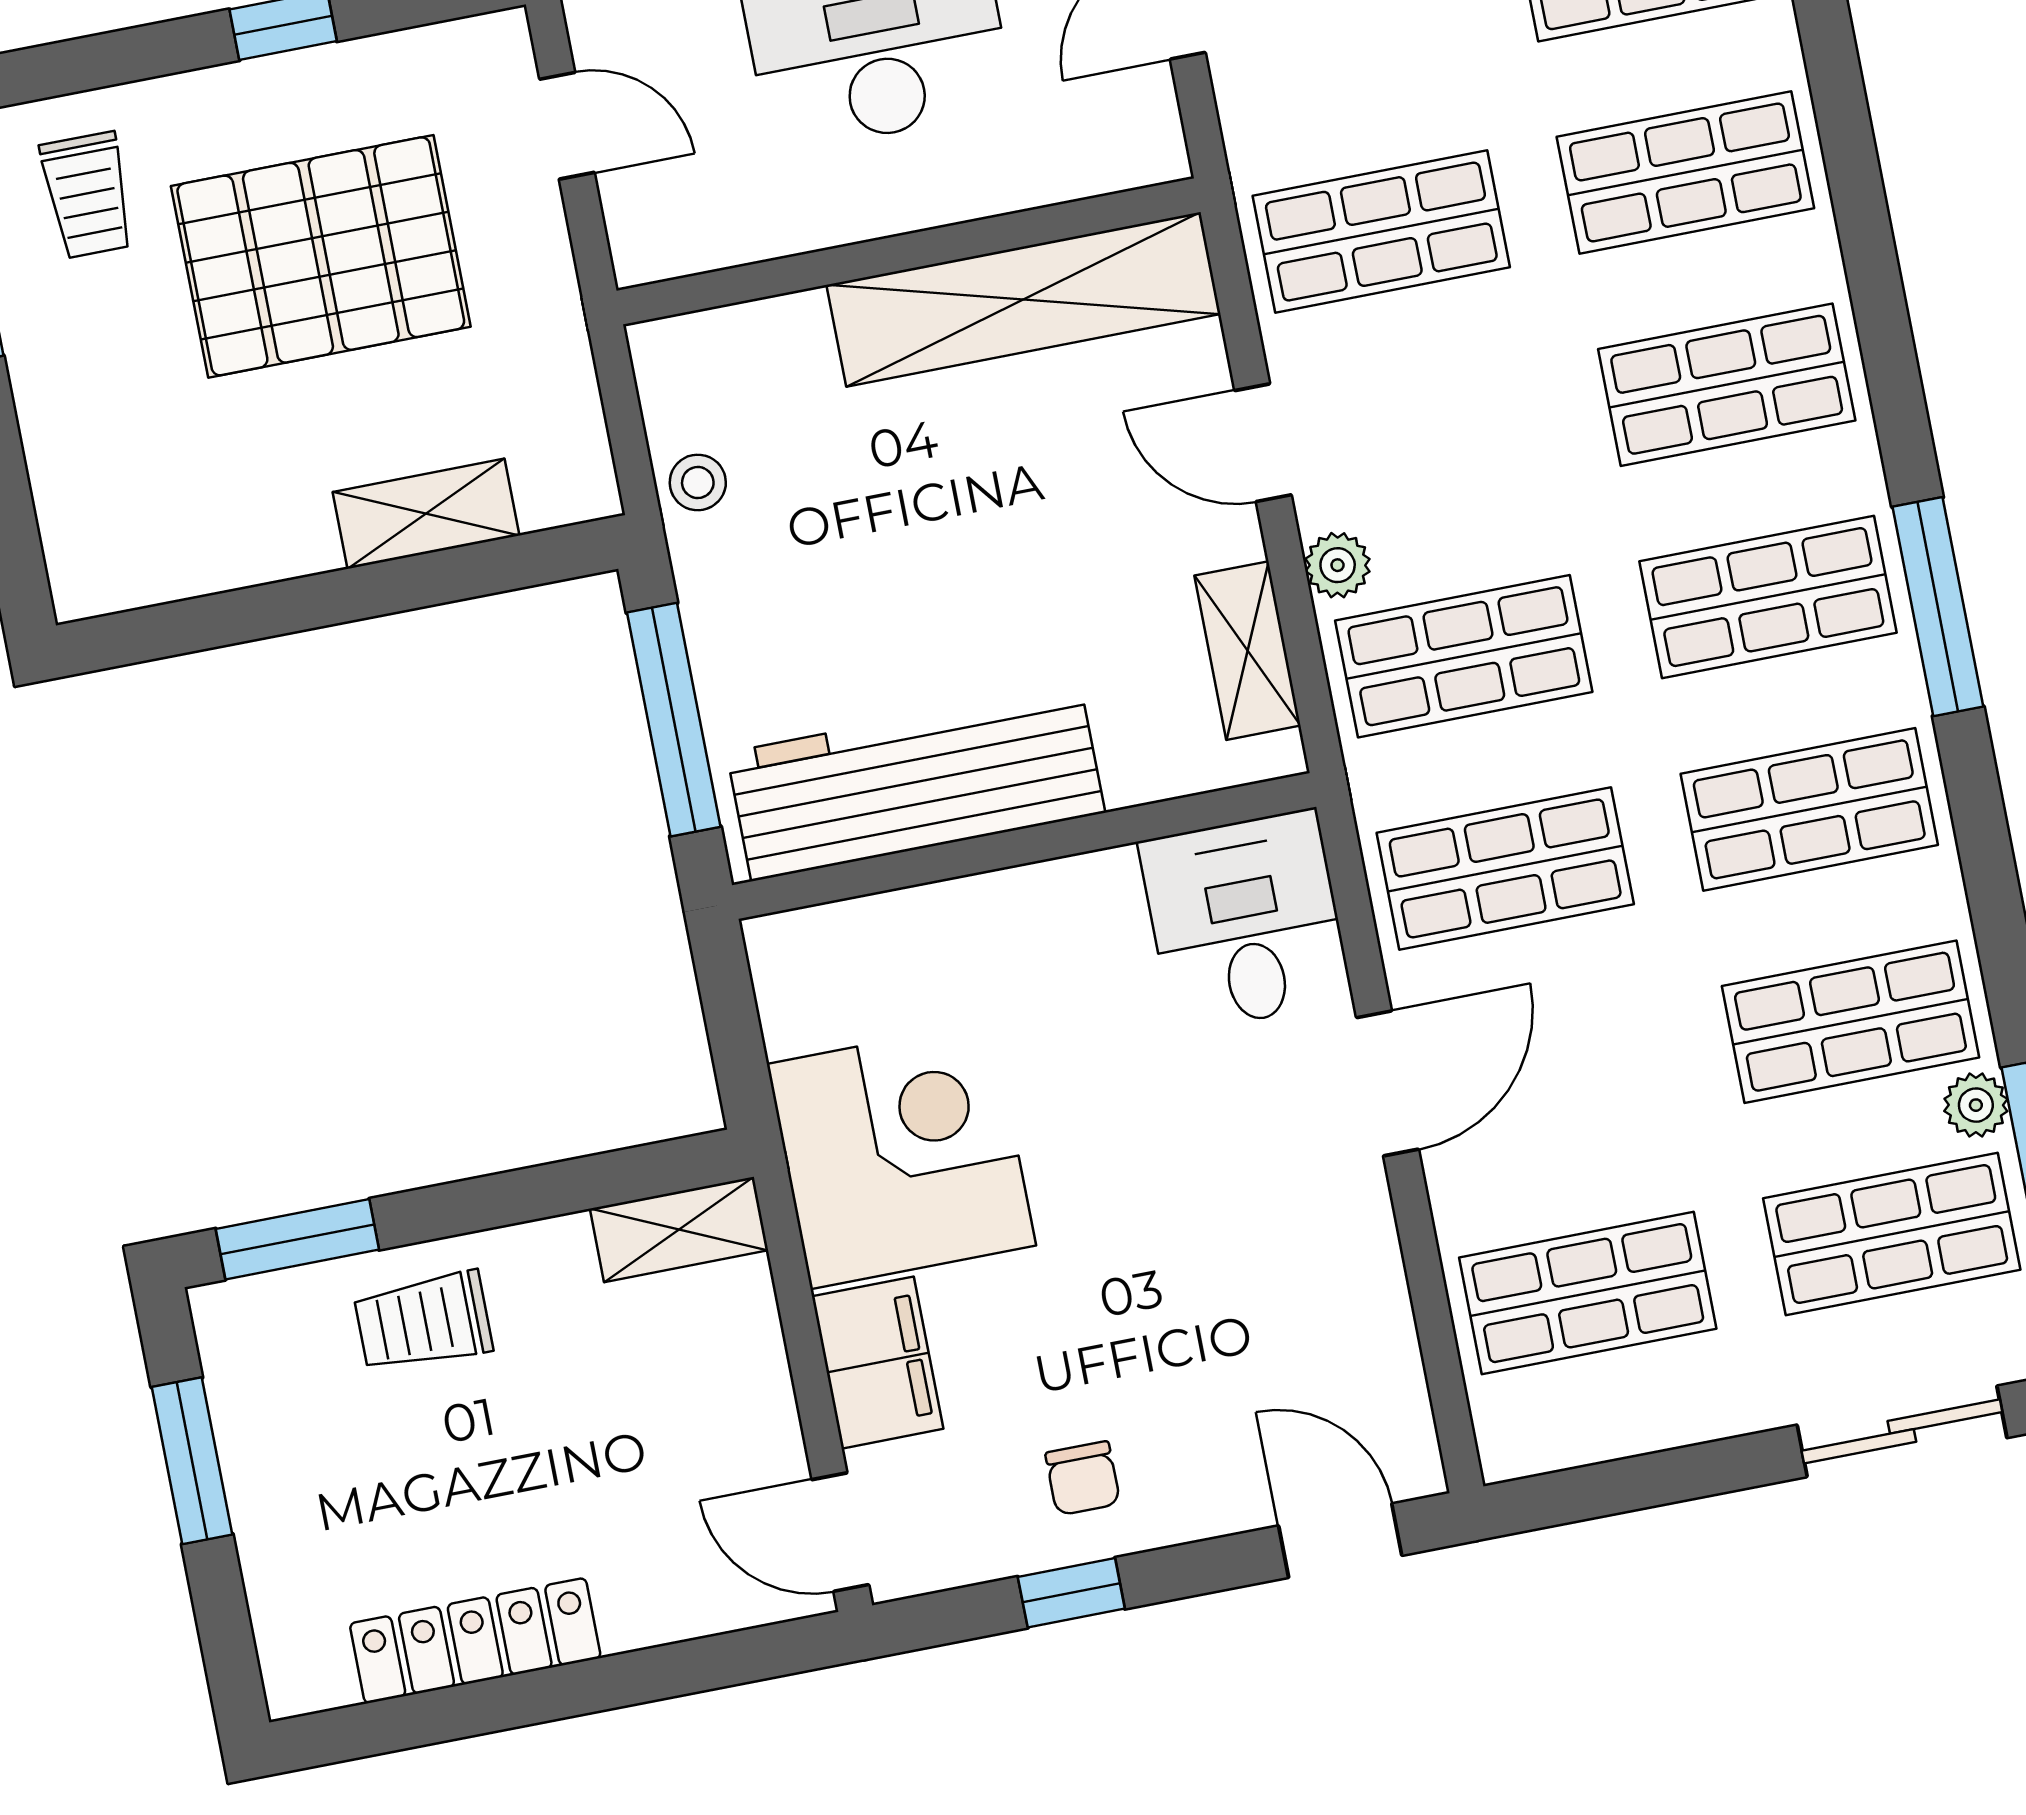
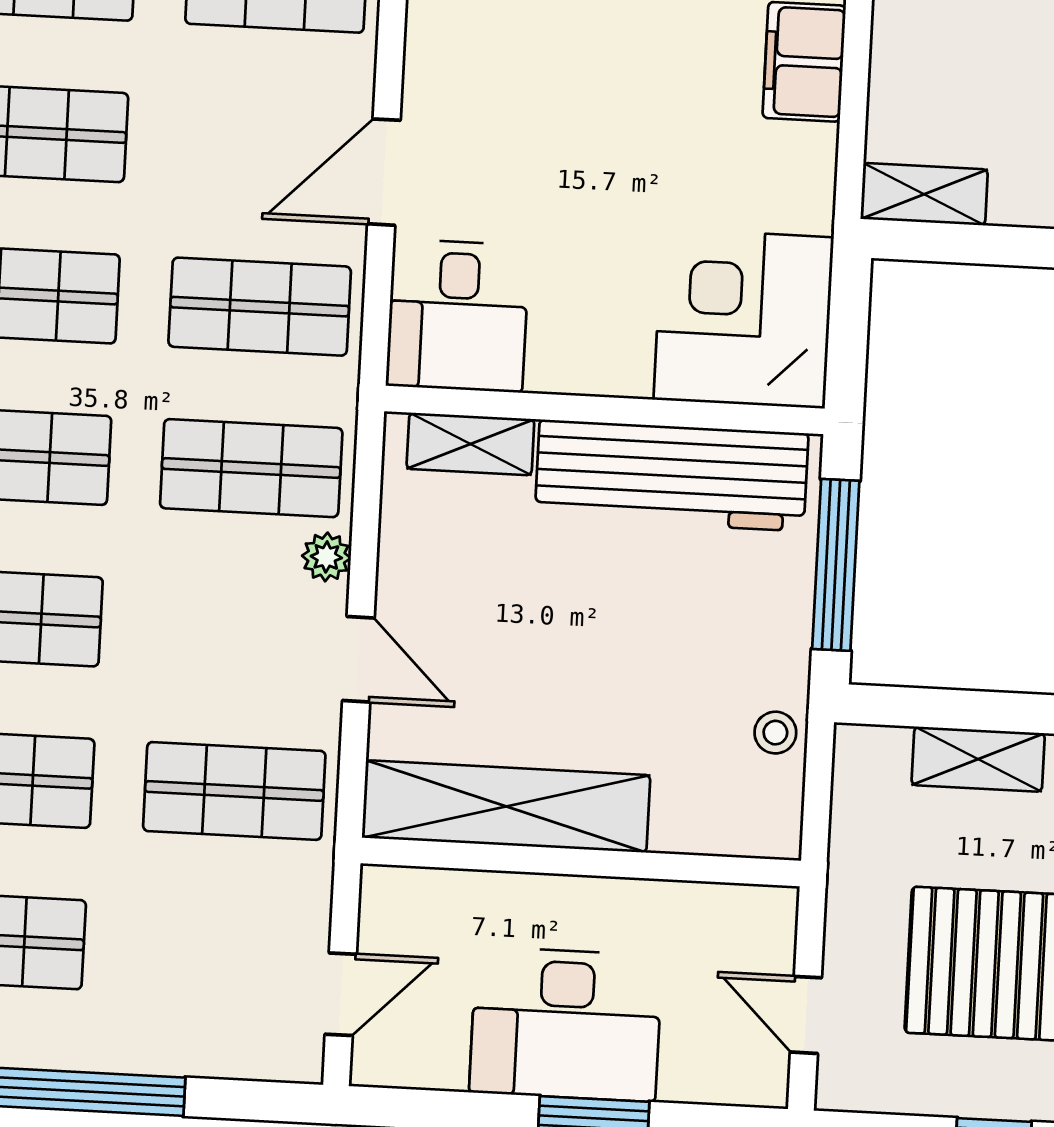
shelving: (1248, 651) -> (470, 444), moved, turned 90
corner desk: (901, 1155) -> (744, 319), moved, turned 90

